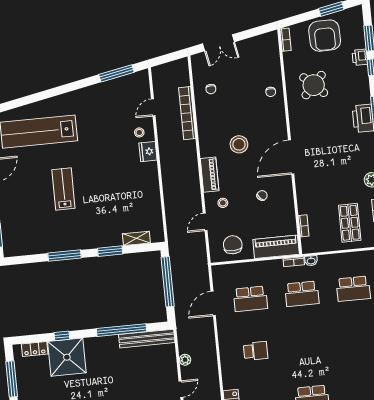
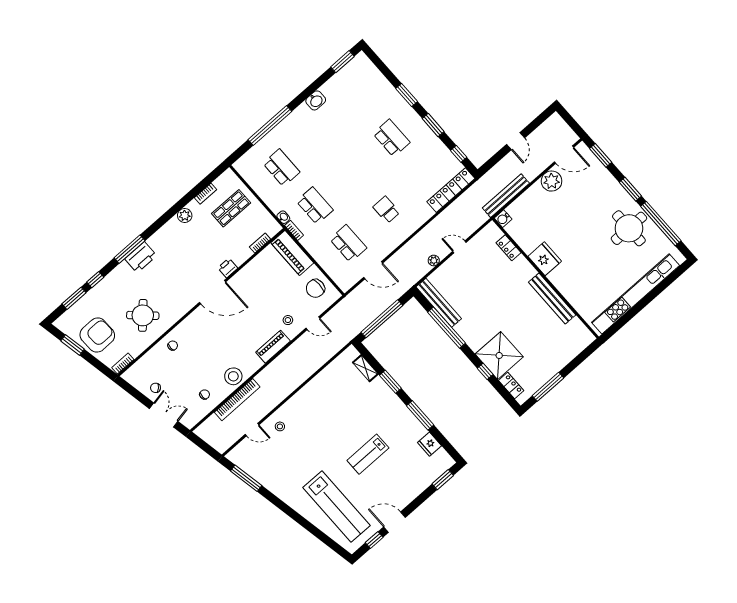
printer: (360, 57) -> (228, 268), moved, turned 180
stool: (239, 144) -> (233, 376), moved
fridge: (148, 152) -> (429, 444), moved, turned 90
chair: (262, 195) -> (155, 388), moved

